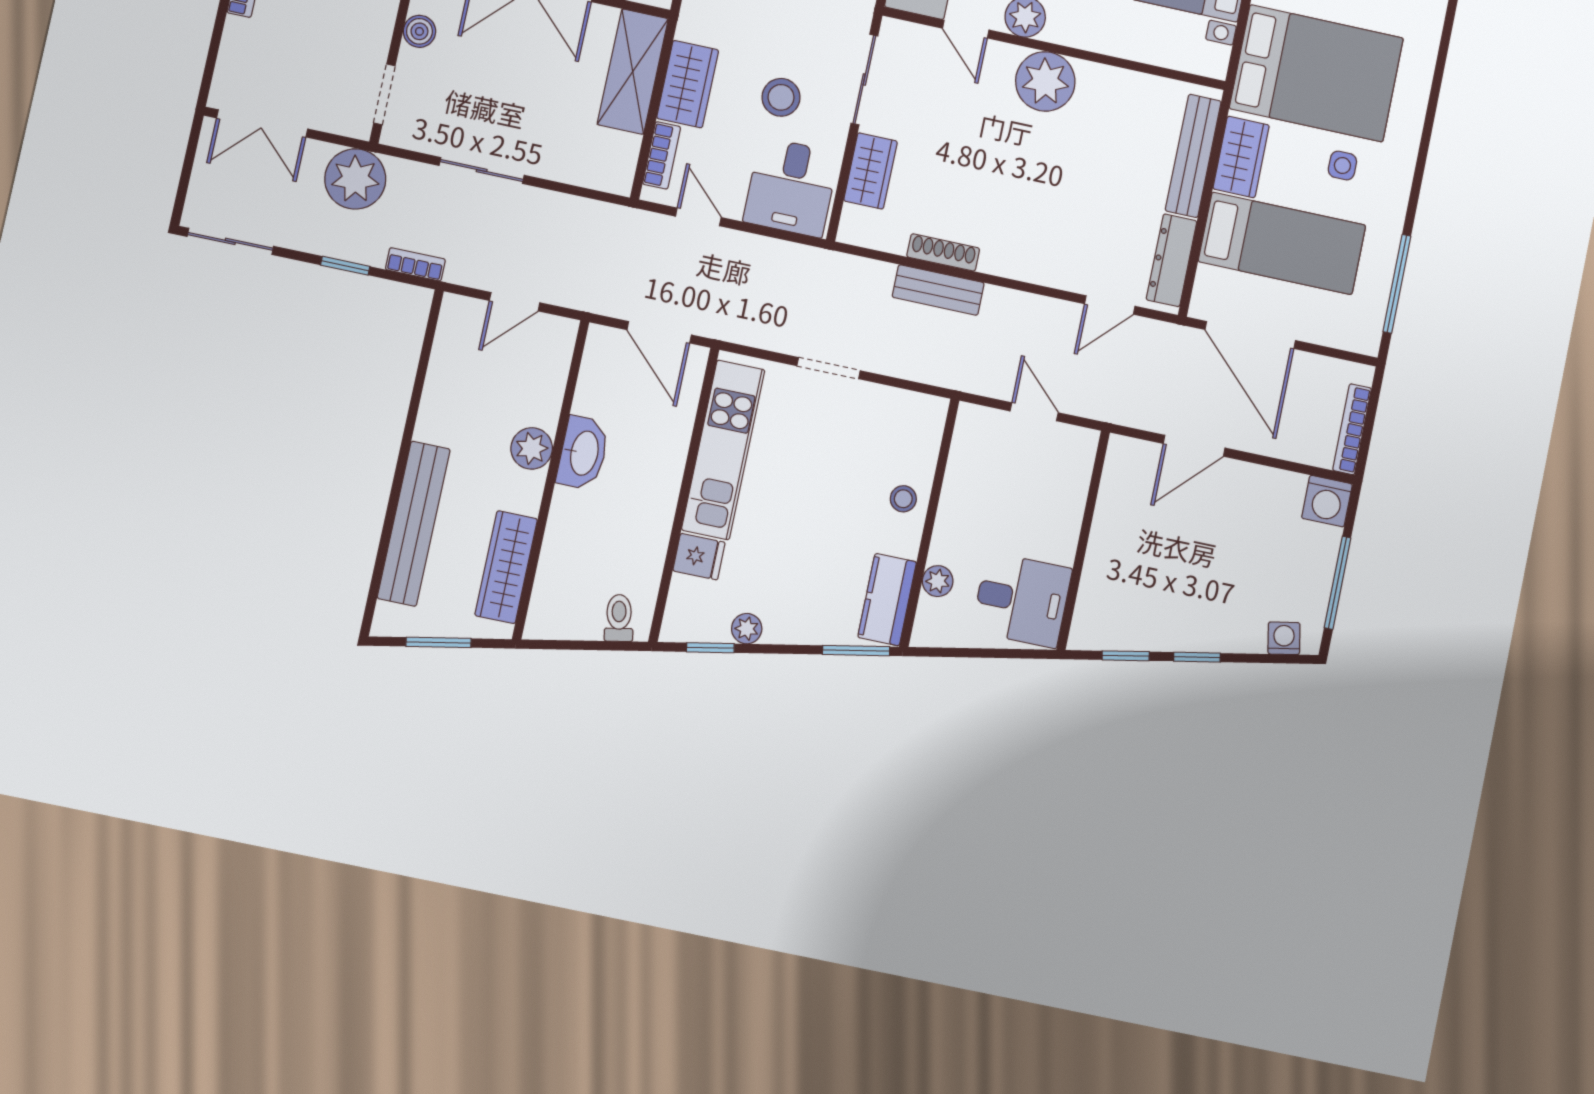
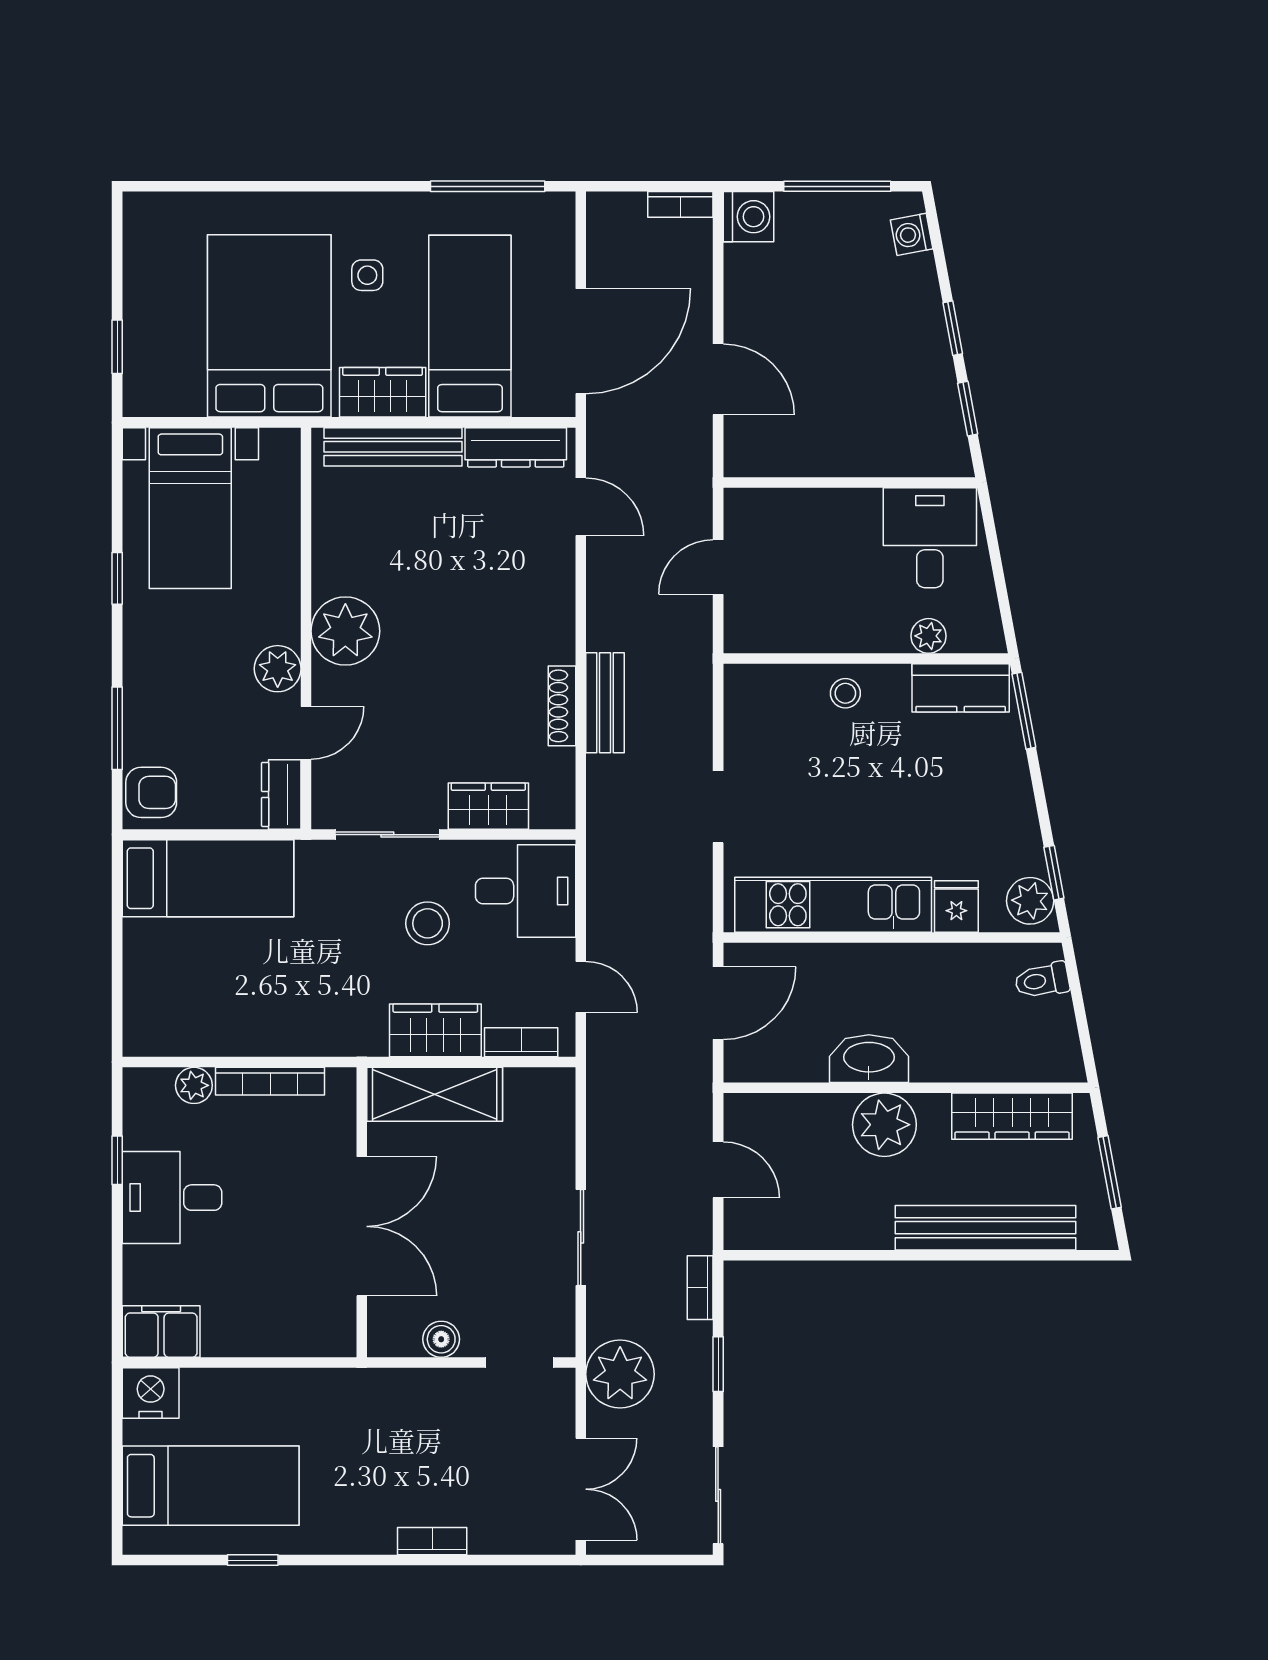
door: (698, 217) -> (581, 987), swing flipped
bookcase: (1352, 429) -> (680, 204), width x0.64
plant: (532, 448) -> (884, 1125), width x1.36, depth x1.36
plant: (747, 629) -> (1030, 901), moved, width x1.38, depth x1.38

